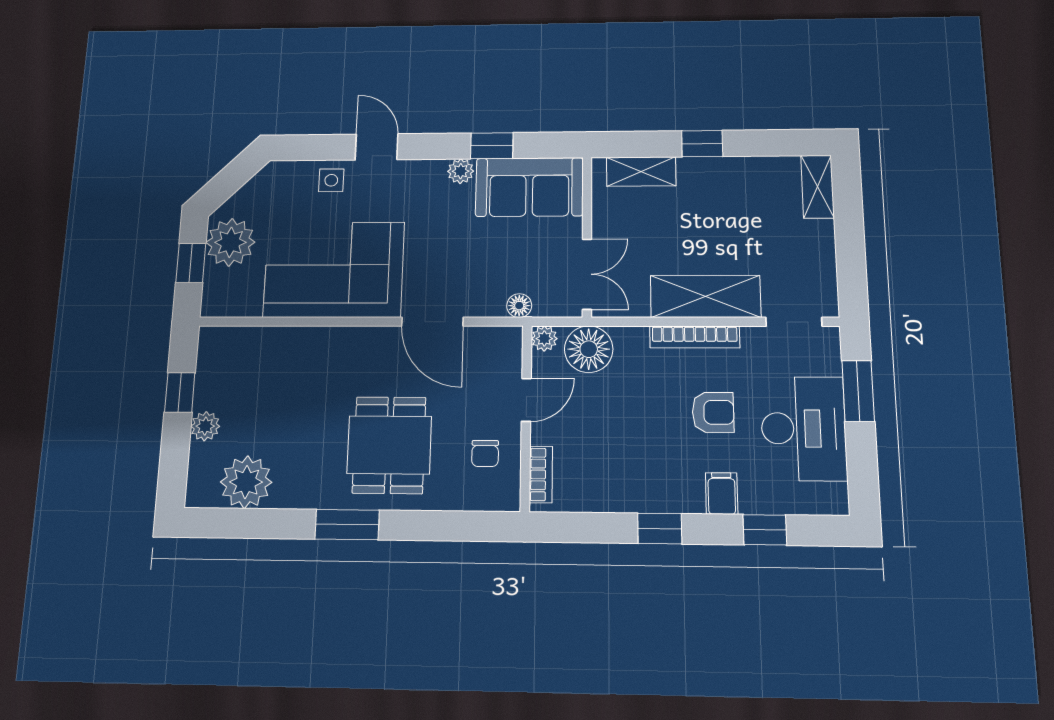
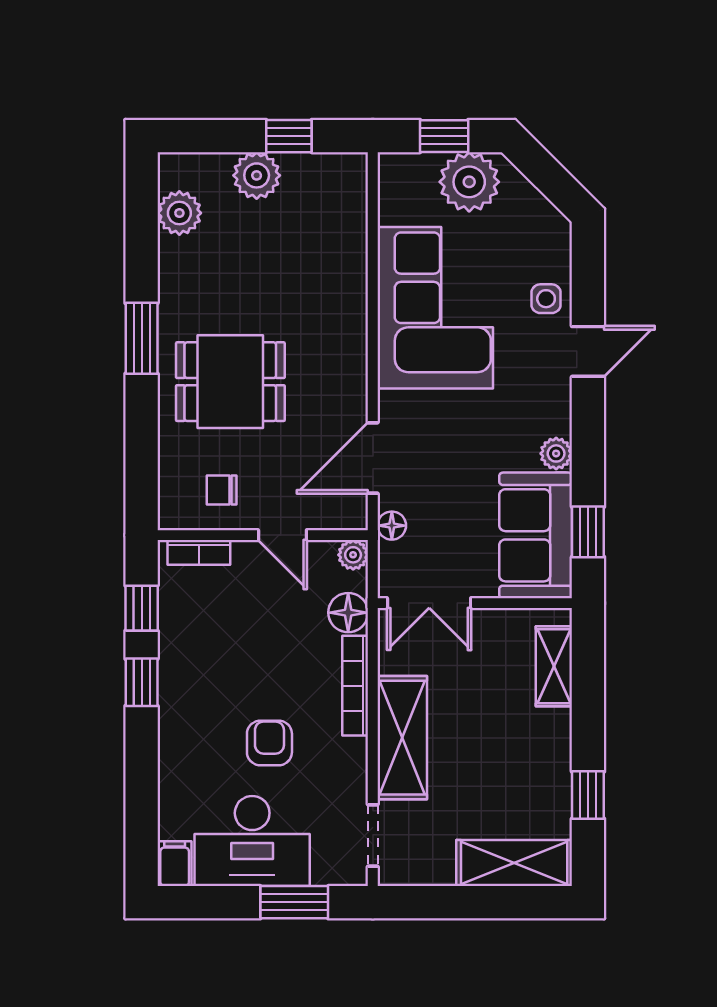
window: (702, 144) -> (588, 795), moved
window: (492, 146) -> (588, 532), moved
shelving: (817, 187) -> (514, 863), width x1.50, depth x1.33
door: (432, 322) -> (373, 458), moved
bookcase: (695, 337) -> (355, 686), moved
floor lamp: (589, 349) -> (348, 613), width x0.73, depth x0.73
armchair: (713, 412) -> (269, 743), turned 180
plant: (205, 426) -> (257, 175), width x1.38, depth x1.38
plant: (246, 482) -> (179, 213), width x0.73, depth x0.73
filing cabinet: (722, 493) -> (175, 864), moved, turned -90
window: (765, 530) -> (142, 608), moved

